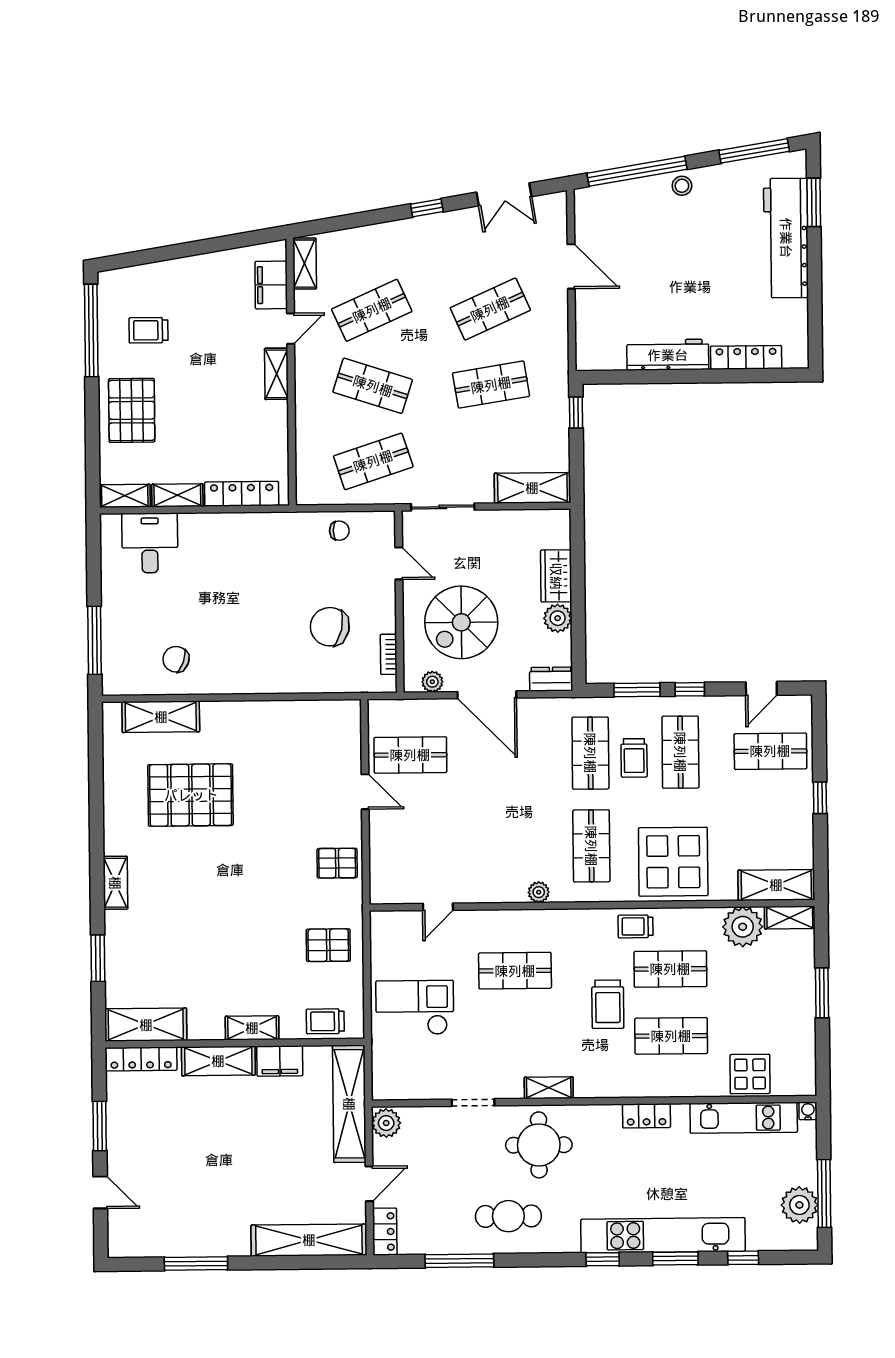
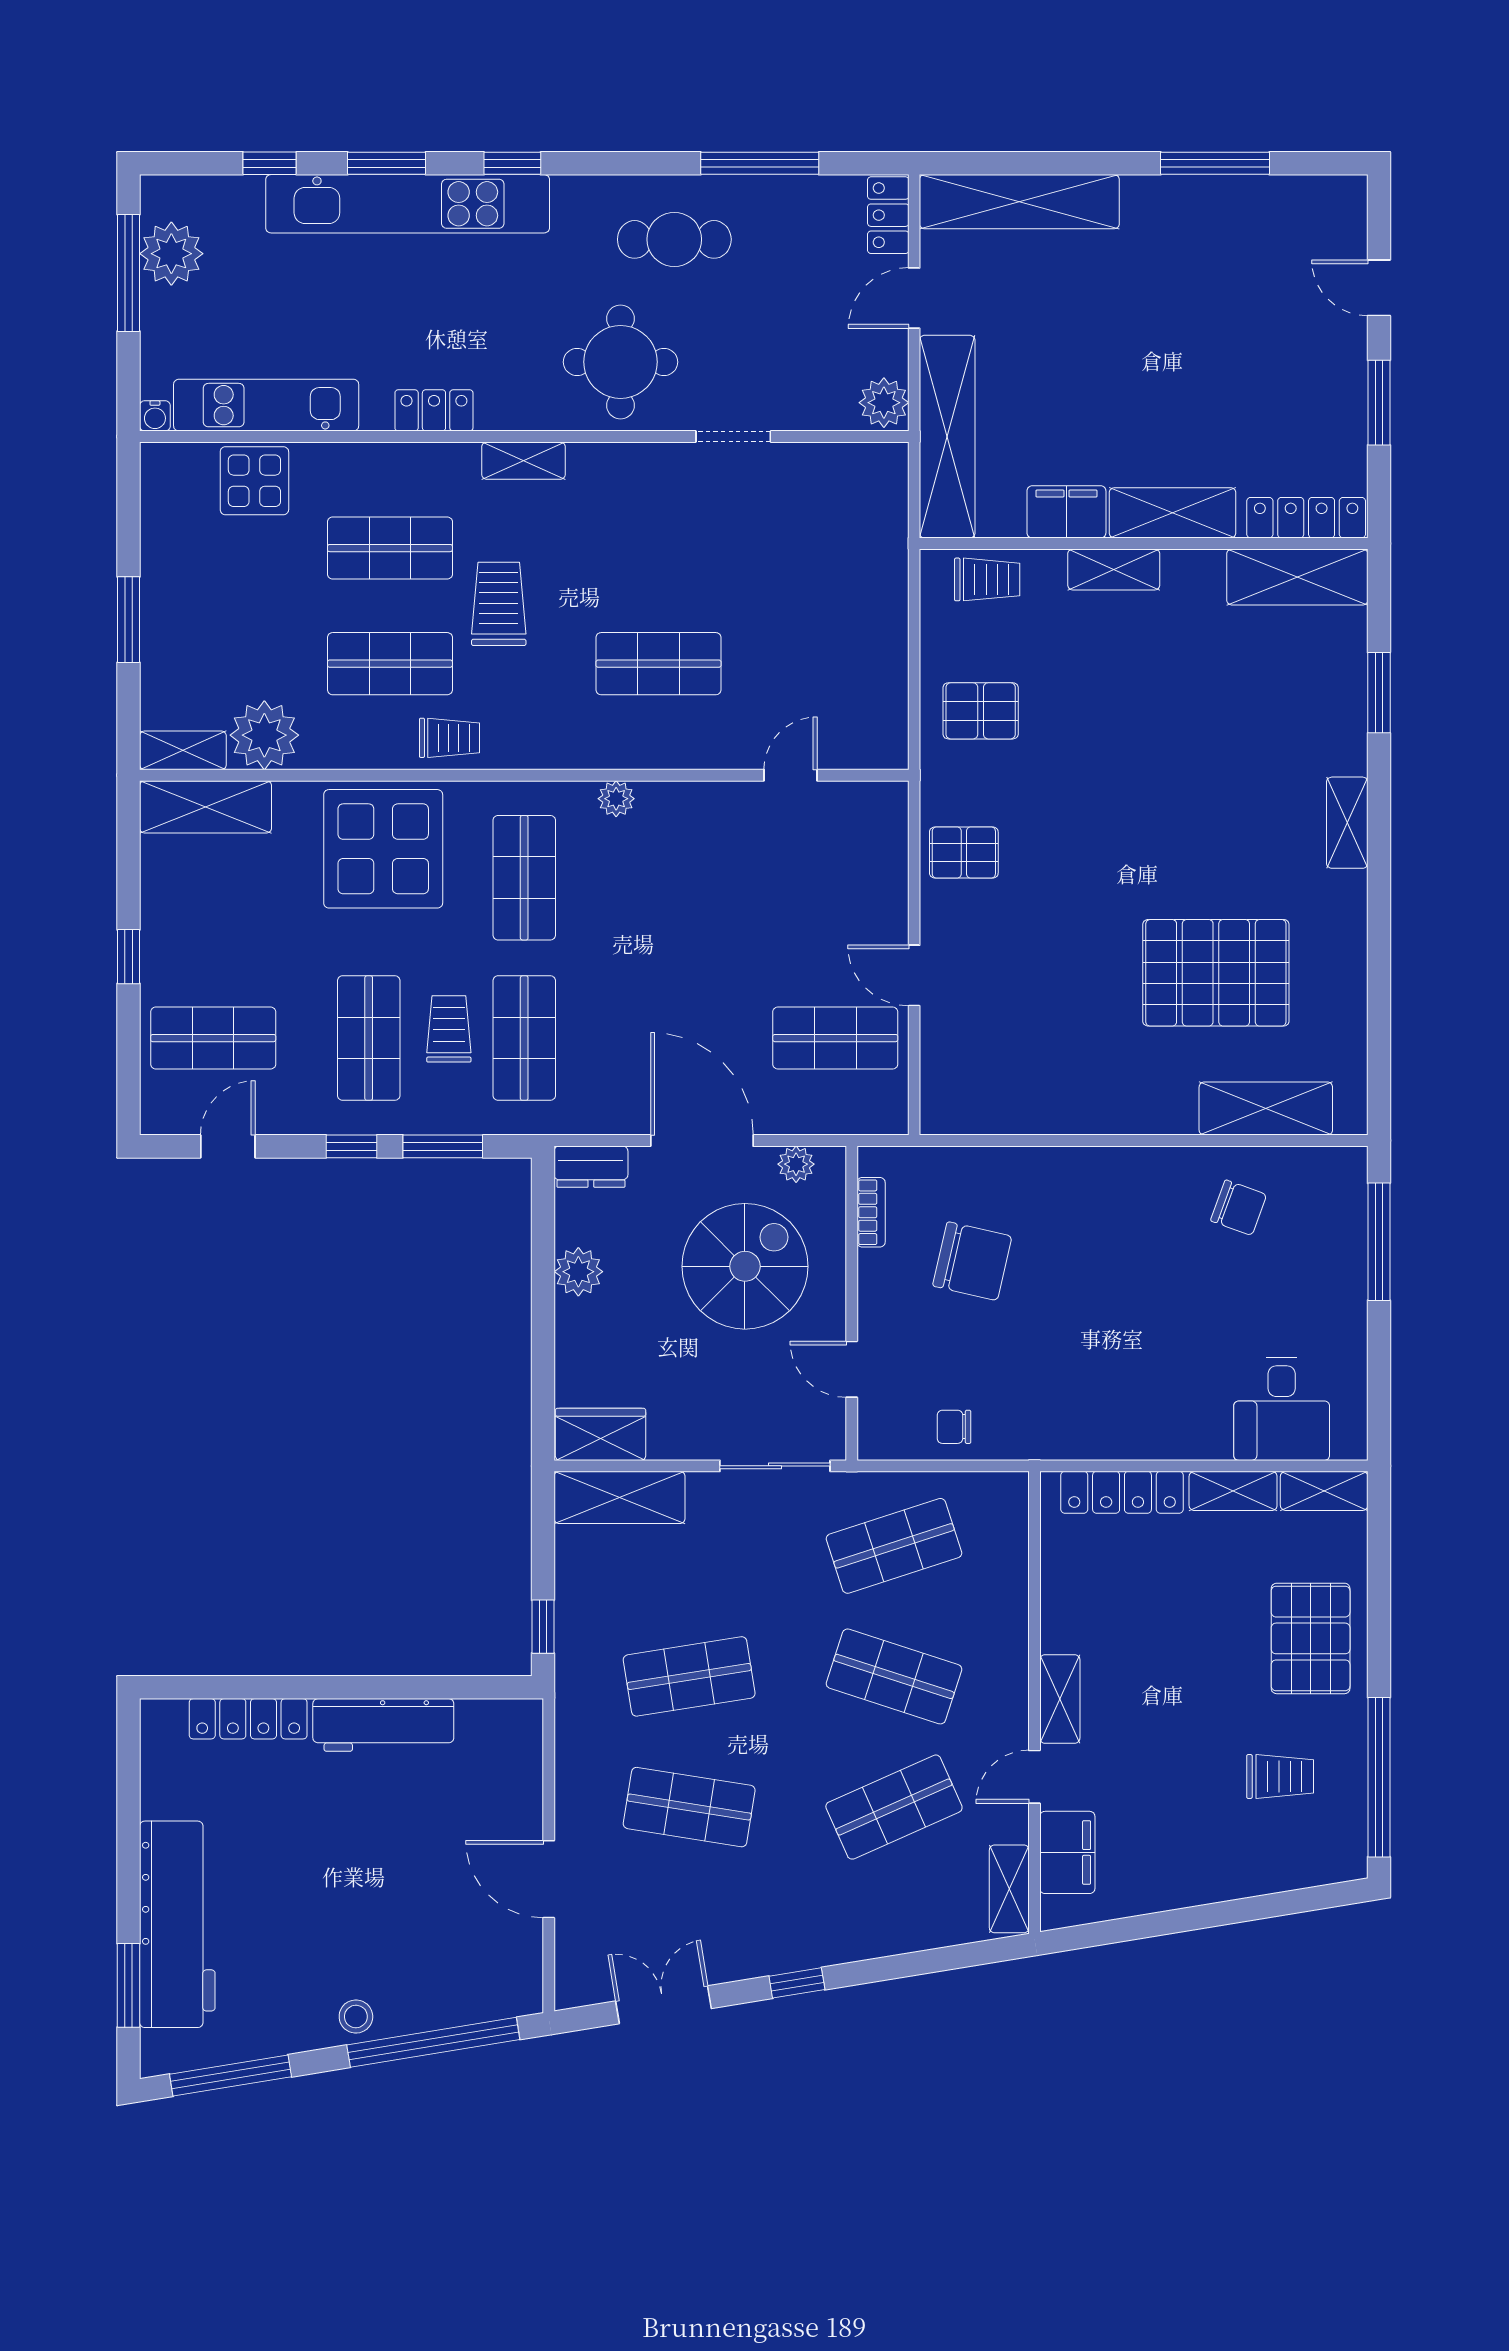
shop shelf: (490, 309) -> (689, 1807), turned 33
wardrobe: (556, 576) -> (600, 1434), moved, turned -90
checkout: (415, 1008) -> (832, 601), removed
shelving: (549, 1088) -> (523, 461), moved

